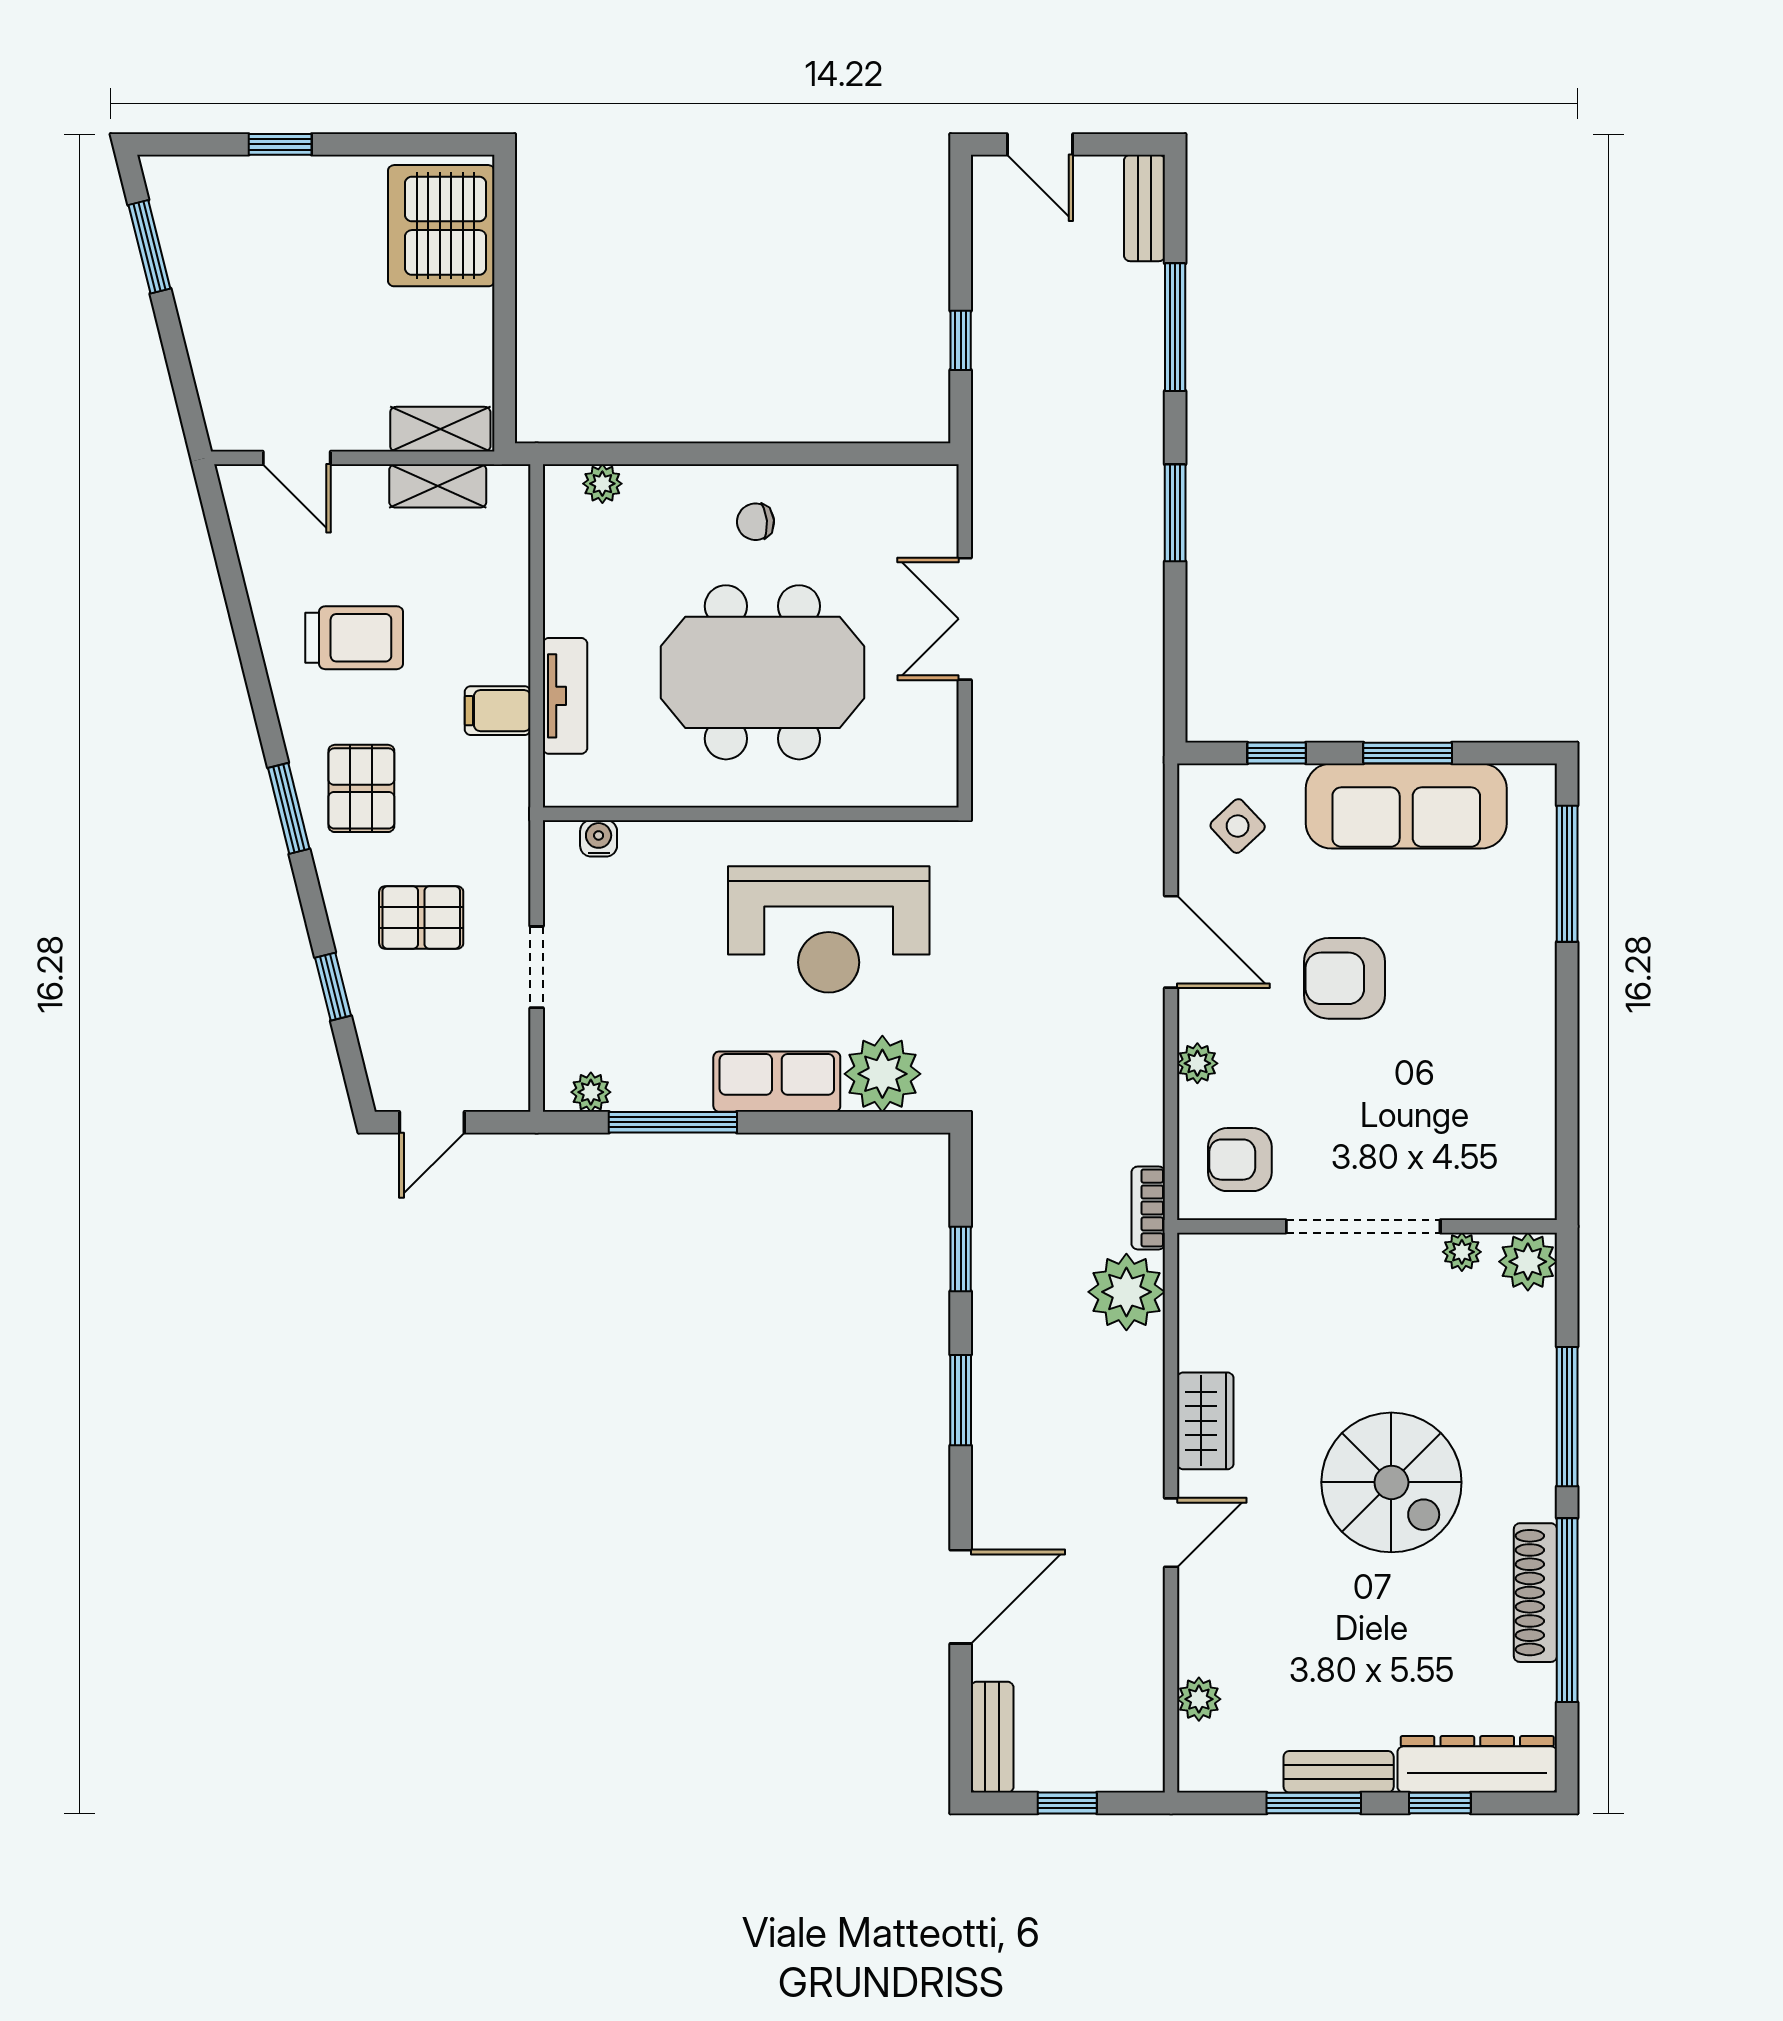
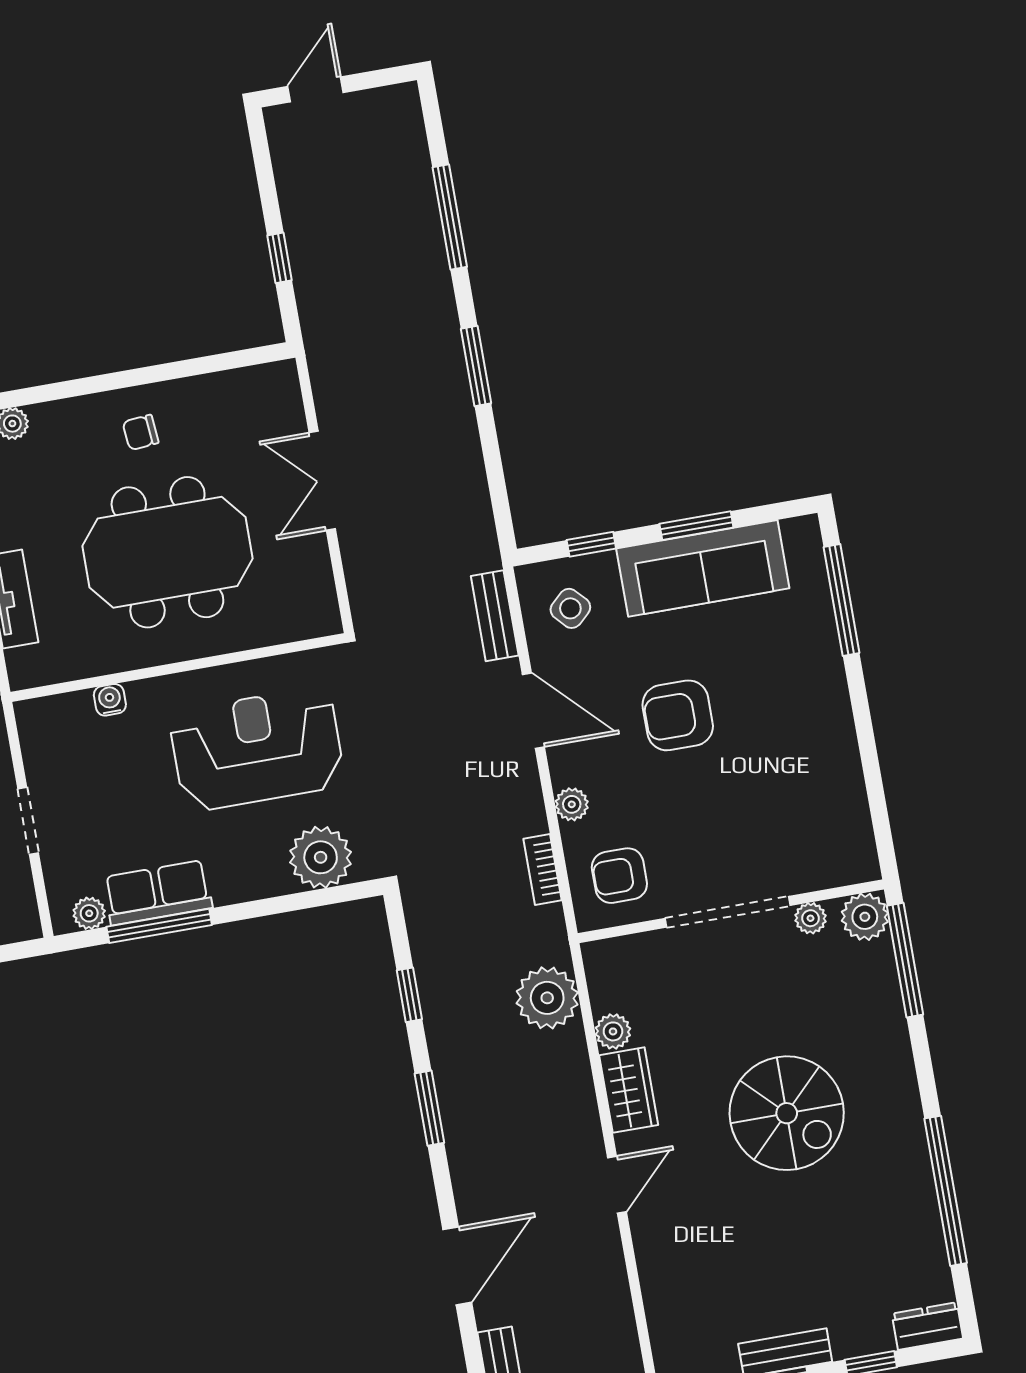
door: (1040, 144) -> (316, 89), swing flipped
bench: (1144, 208) -> (495, 616), moved
water cooler: (599, 838) -> (110, 700), moved
reception desk: (829, 929) -> (257, 749), turned 180
row of seats: (777, 1082) -> (158, 893), moved
bookcase: (1148, 1208) -> (543, 870), moved
window: (1567, 1417) -> (905, 960), moved
shoe rack: (1535, 1593) -> (918, 1181), removed
plant: (1199, 1699) -> (613, 1031), moved
dresser: (1477, 1764) -> (927, 1326), width x0.51, depth x0.80

